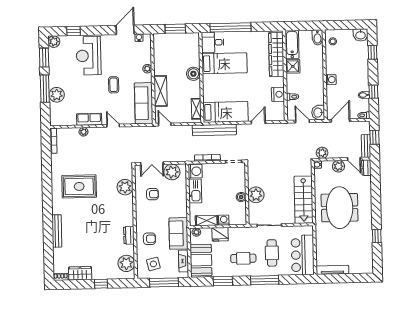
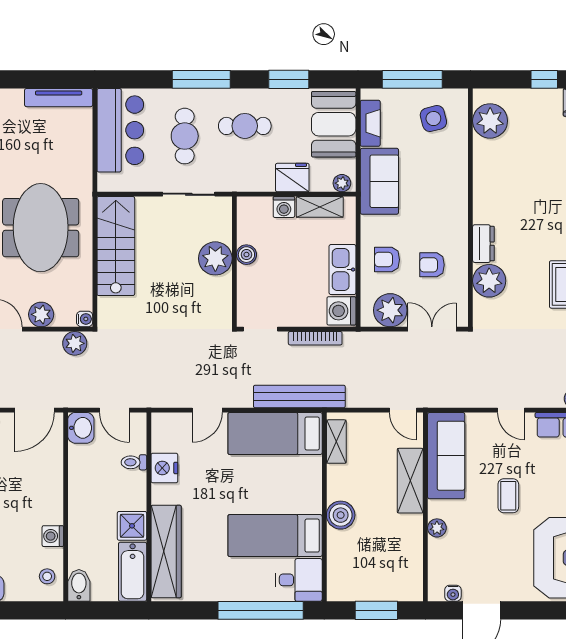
washing machine: (331, 80) -> (53, 536), moved
dresser: (129, 235) -> (483, 244), moved
armchair: (149, 239) -> (387, 260), moved

